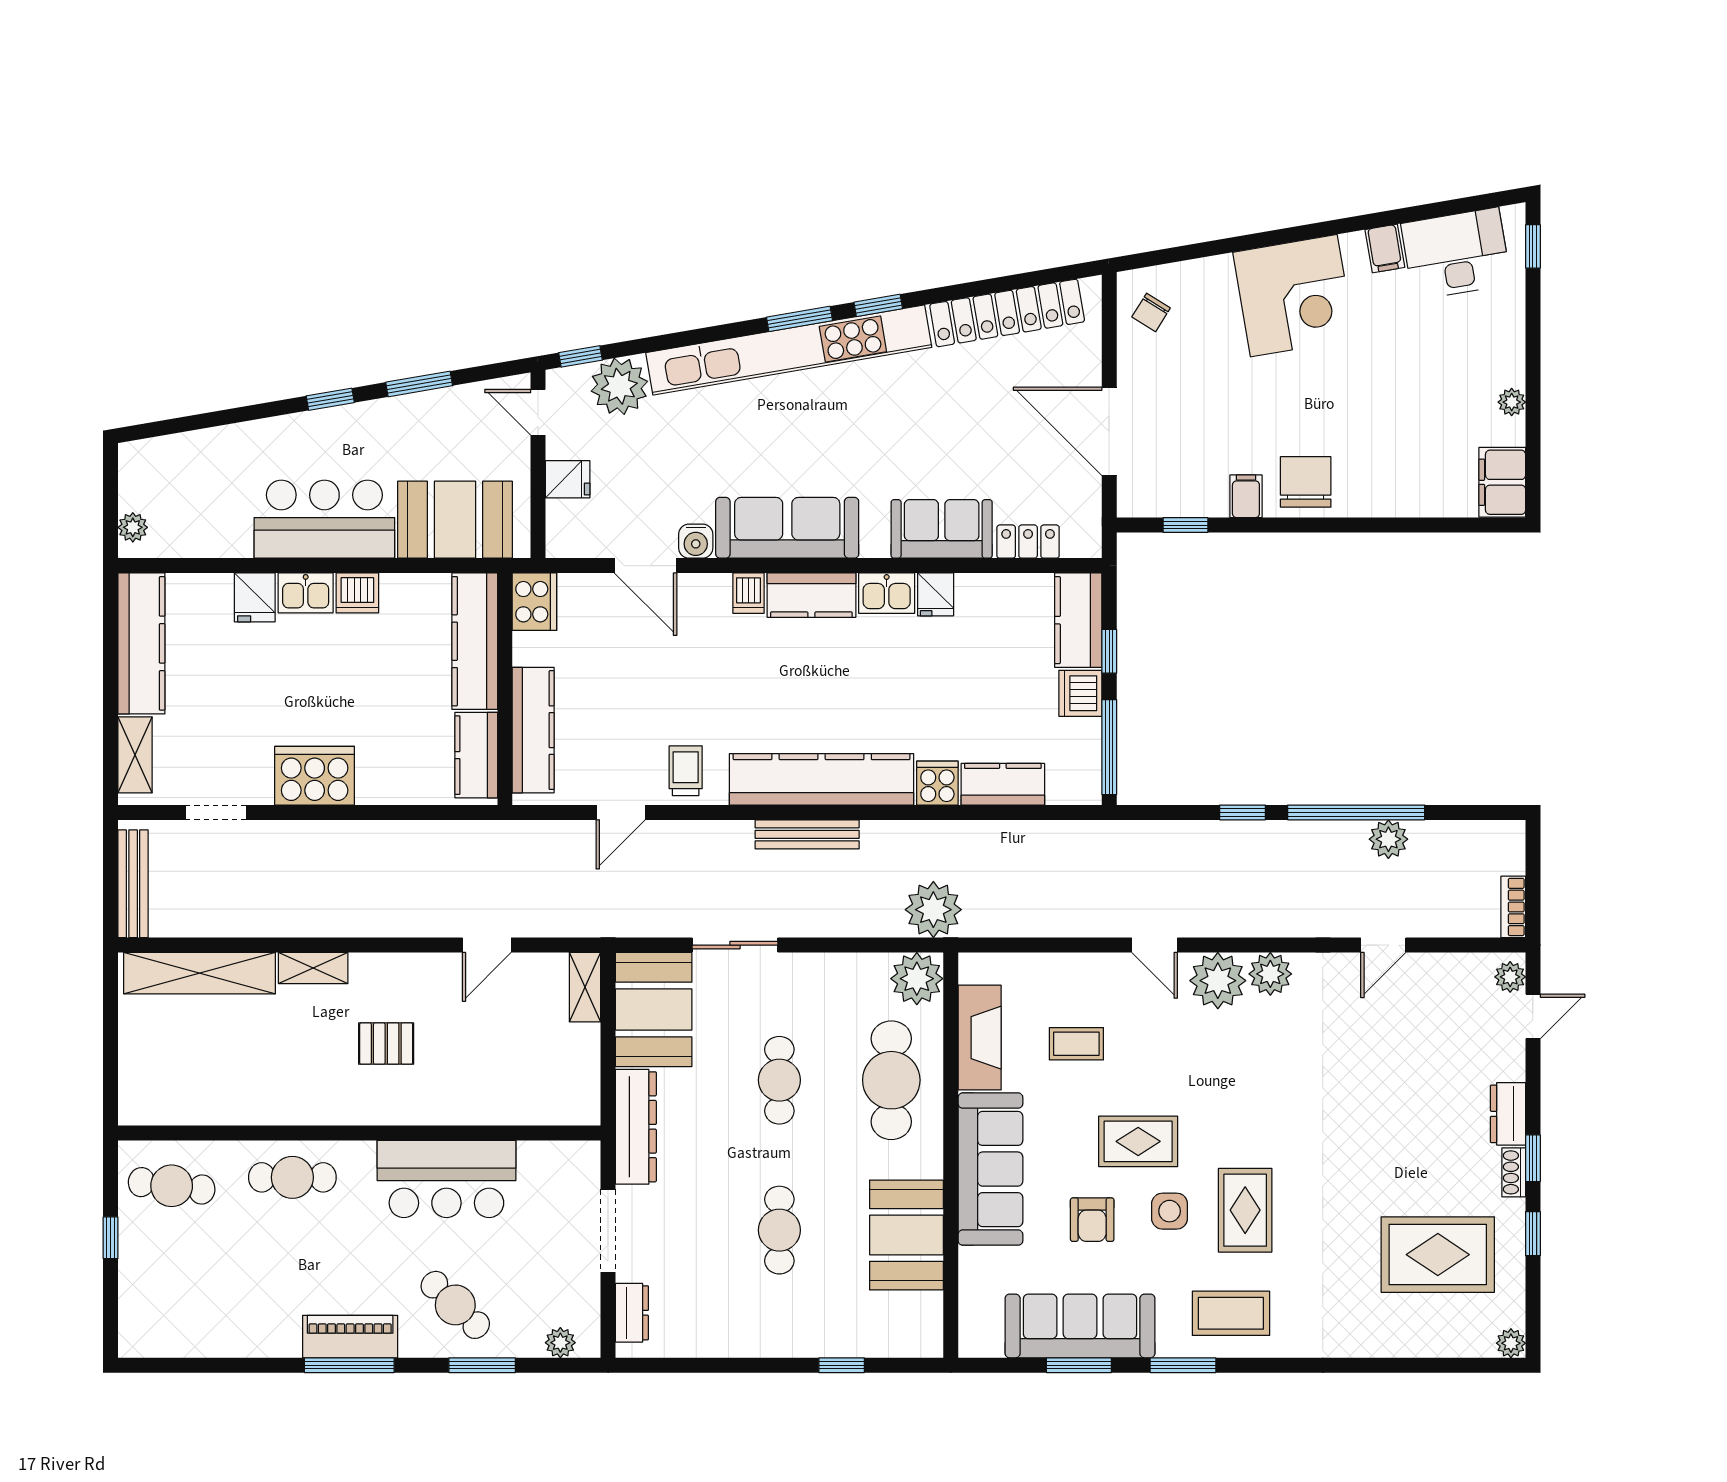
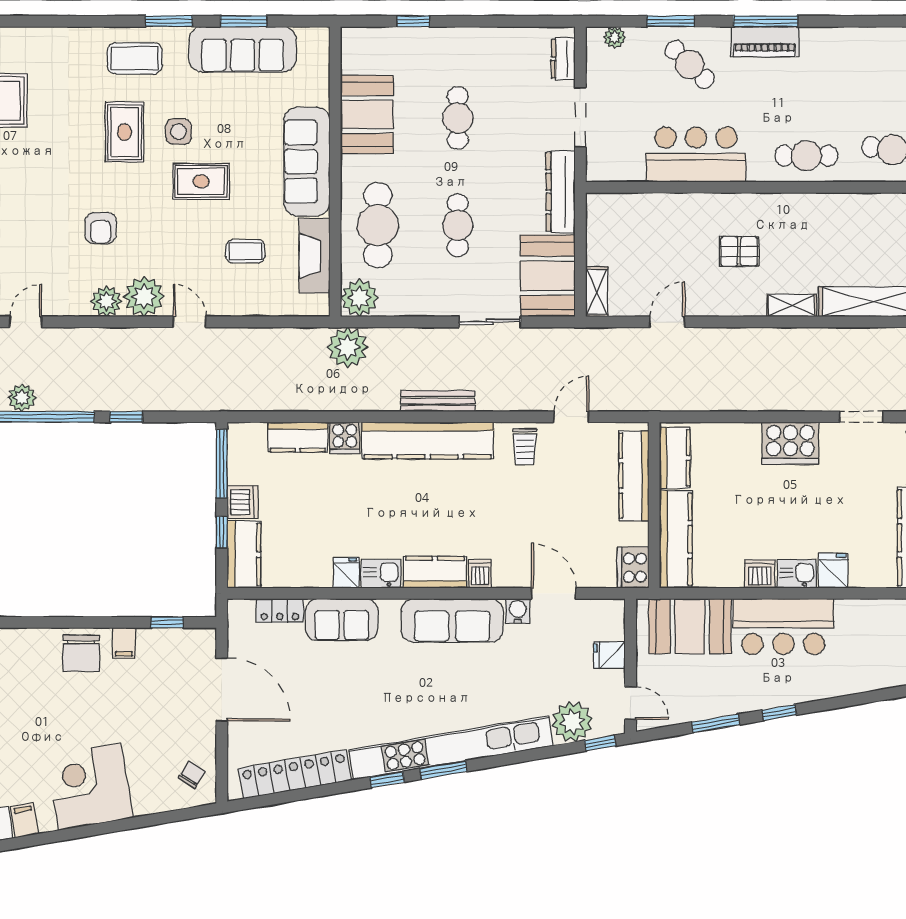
armchair: (1092, 1220) -> (101, 228), moved, turned 180

